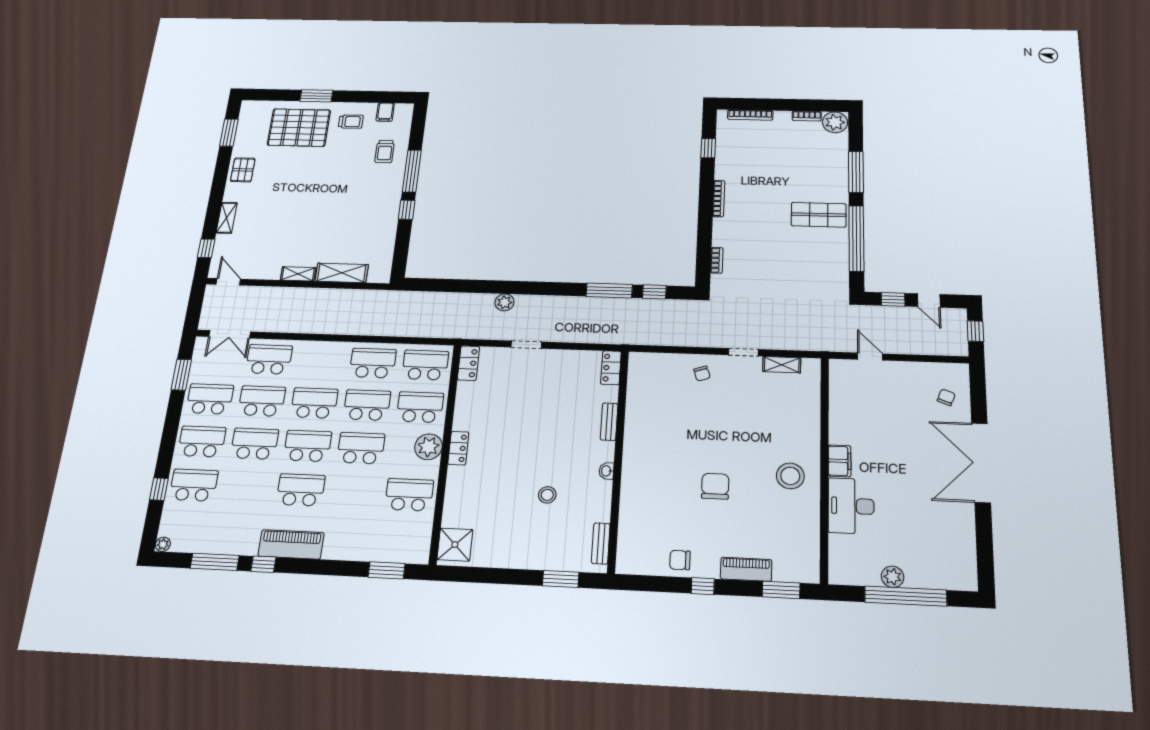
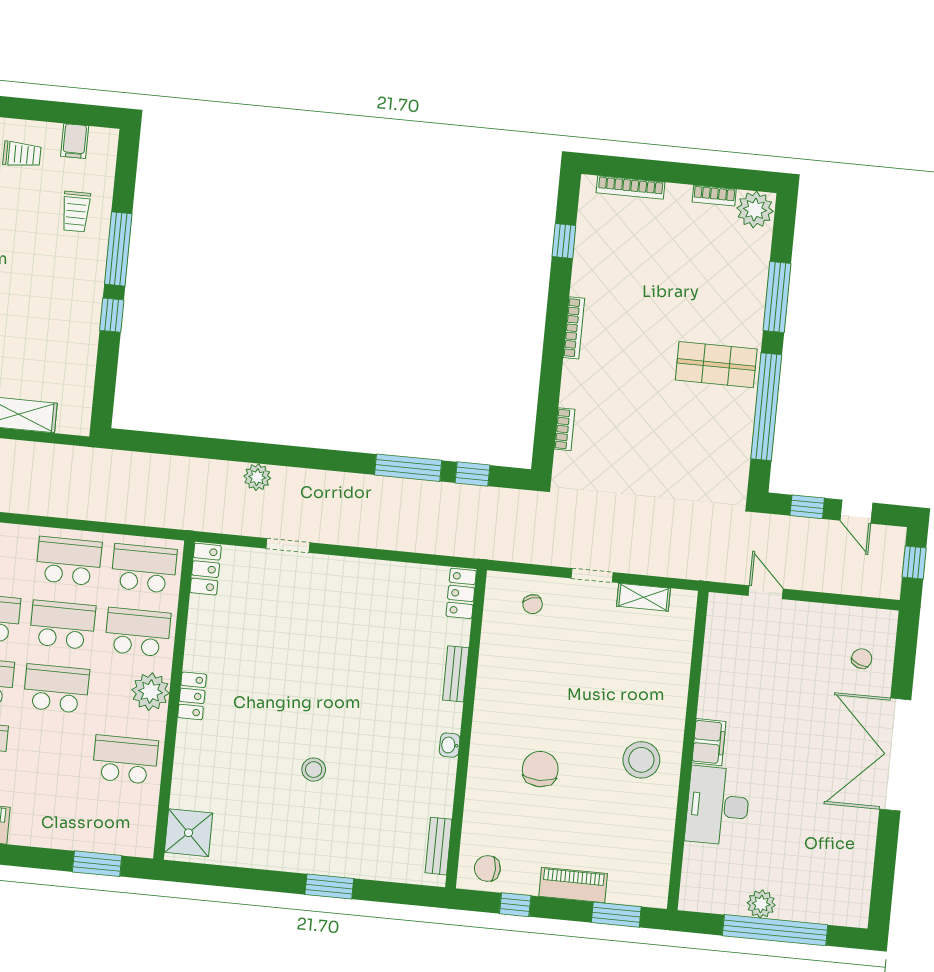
locker: (611, 368) -> (461, 593), moved
bench: (609, 422) -> (456, 674), moved
wall: (618, 459) -> (466, 729), moved
washbasin: (606, 471) -> (450, 745), moved
bench: (601, 543) -> (439, 846), moved

